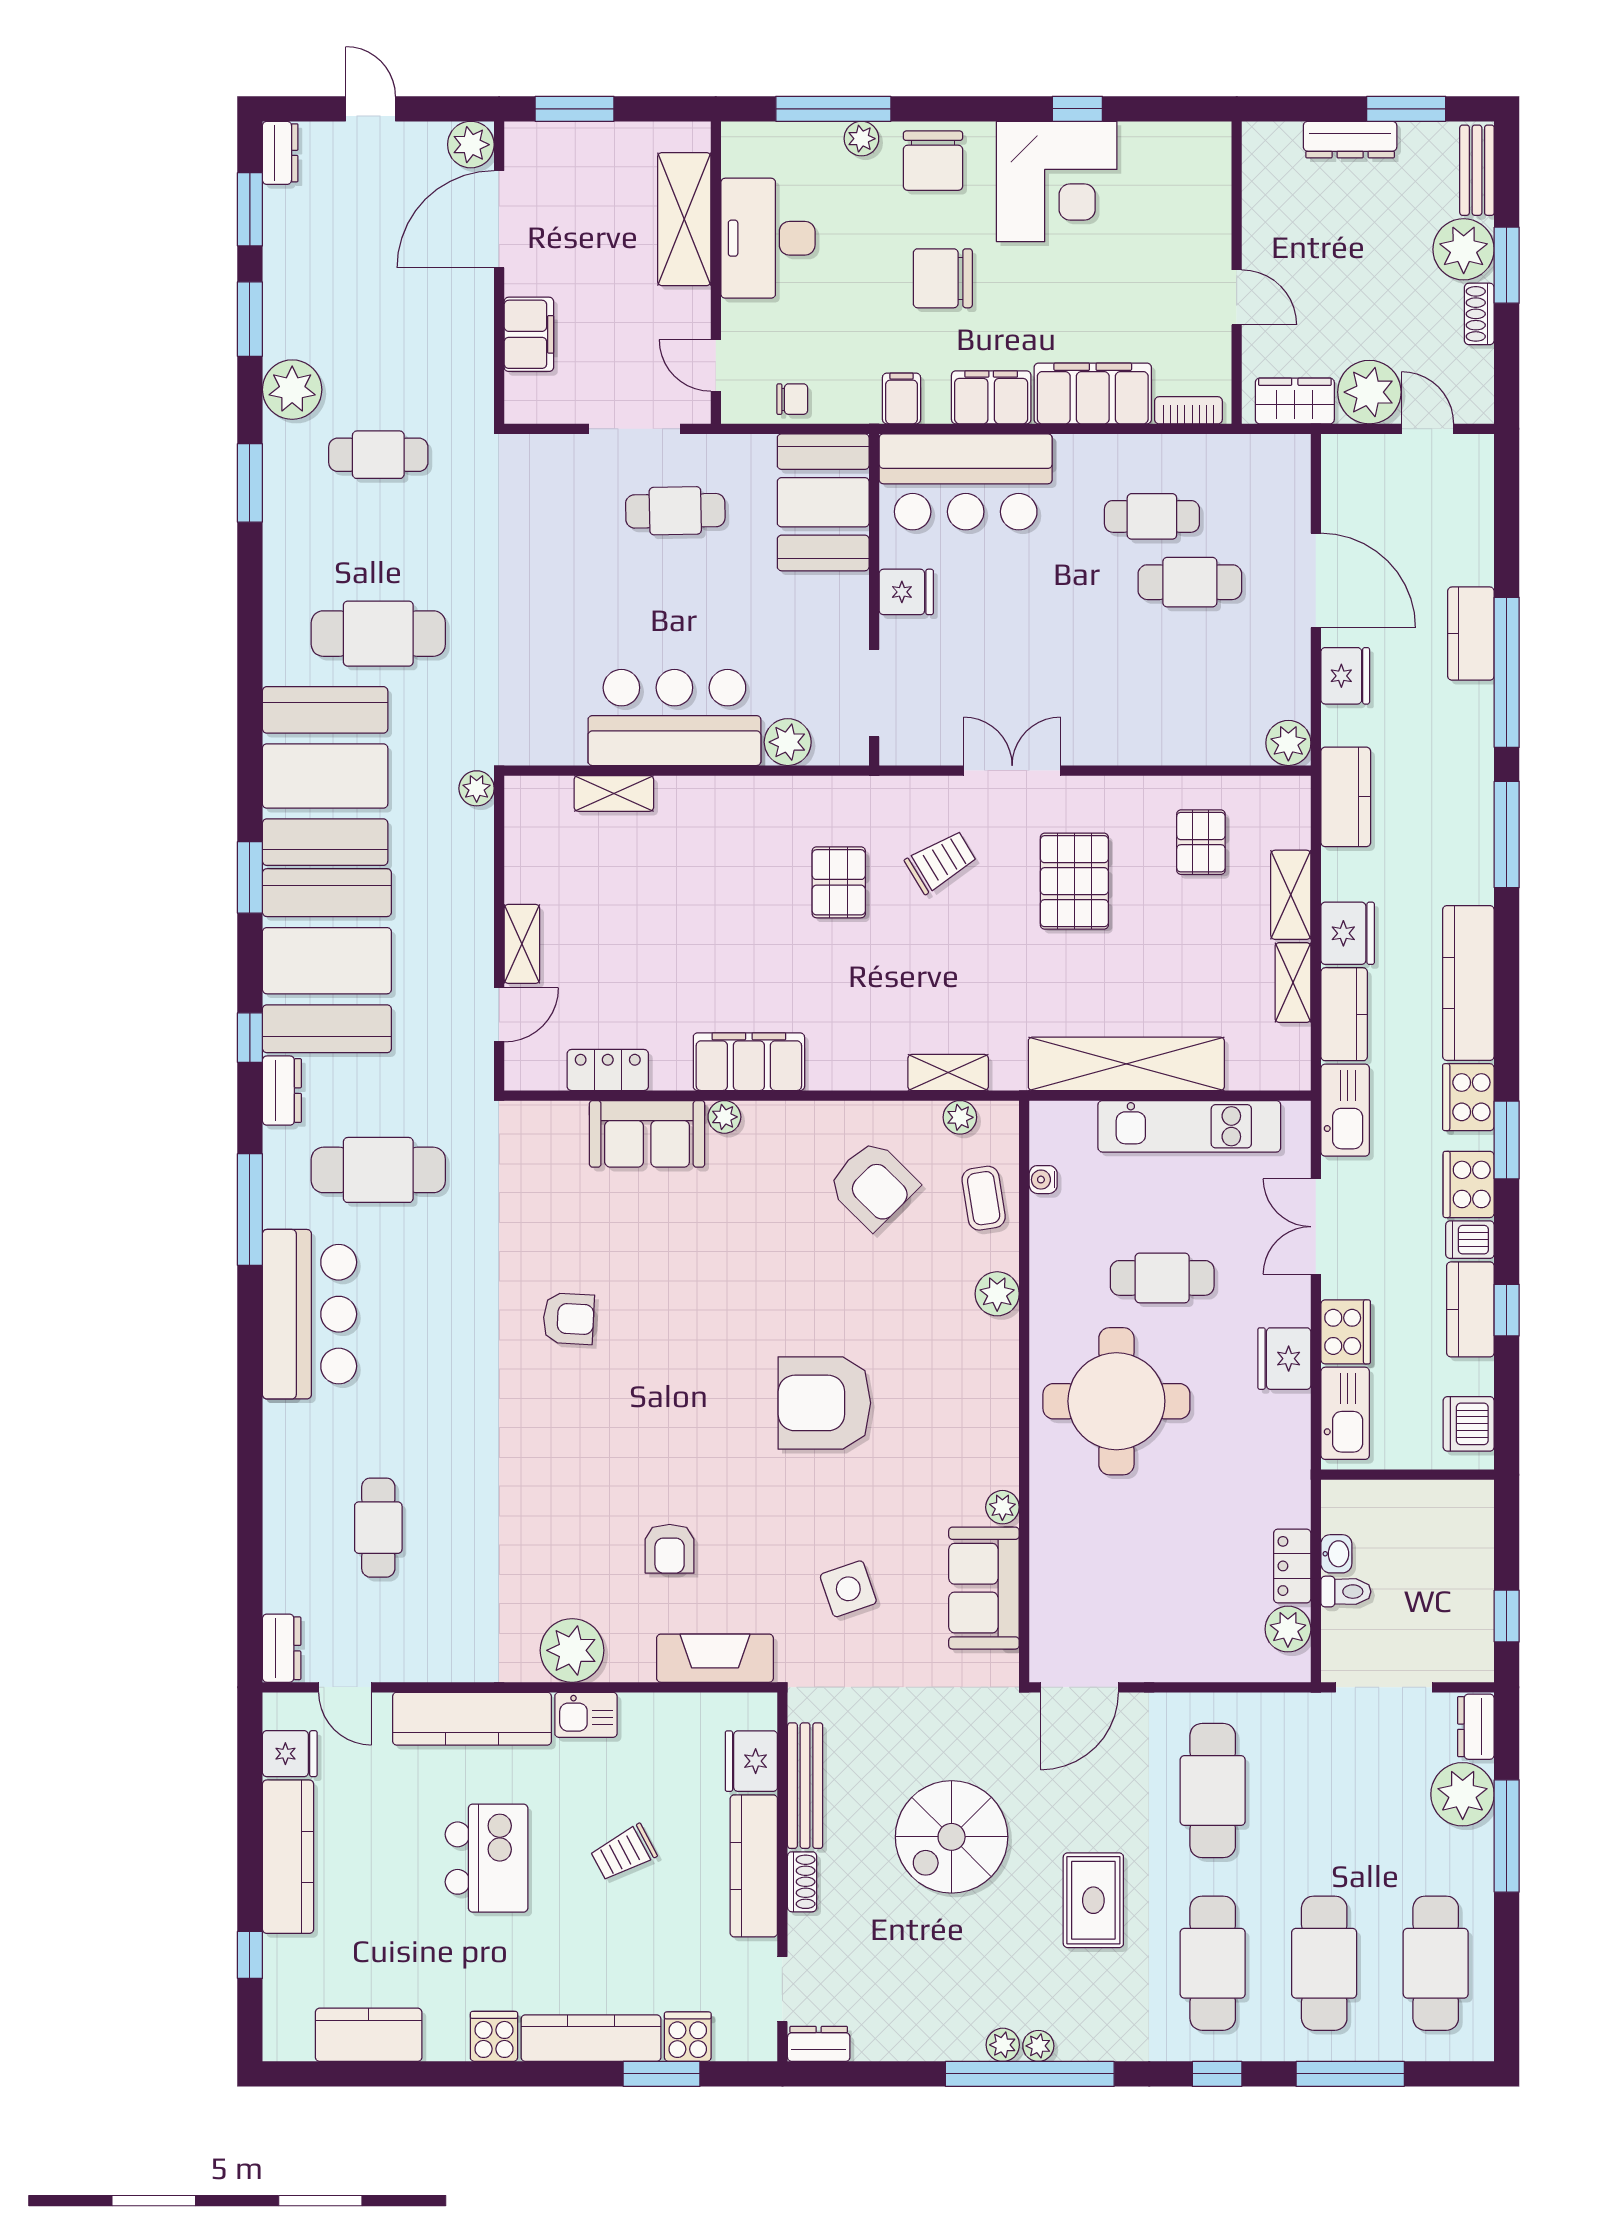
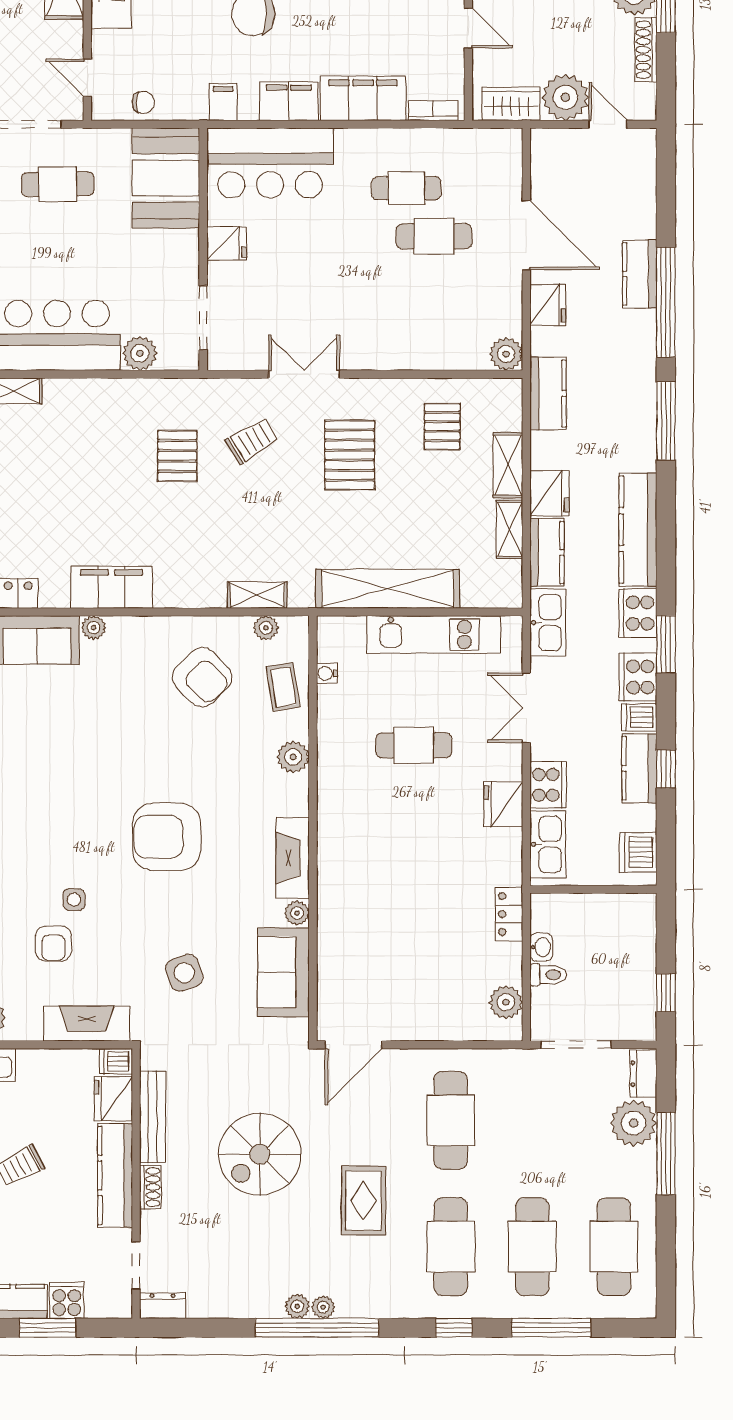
shoe rack: (1479, 314) -> (646, 50), width x1.43
round table: (1116, 1401) -> (380, 836), removed
fireplace: (996, 1432) -> (293, 858), added
side table: (698, 1489) -> (74, 899), added
locker: (1292, 1566) -> (509, 914), moved
dishwasher: (755, 1710) -> (116, 1061), added

